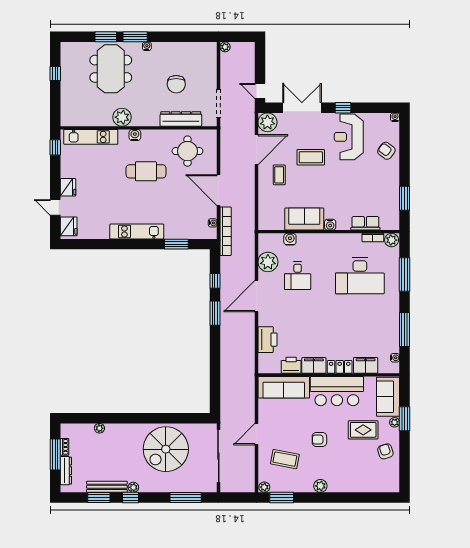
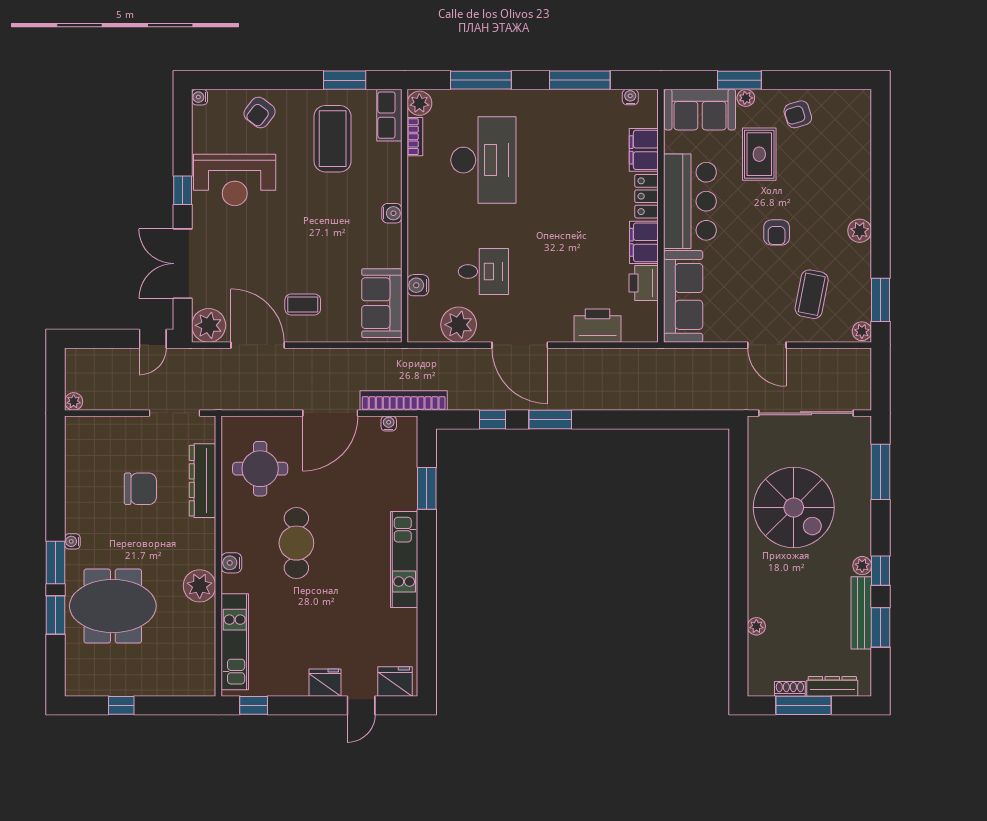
coffee table: (311, 157) -> (333, 139), moved, width x1.36, depth x1.32
sofa: (304, 219) -> (382, 303), moved
row of seats: (365, 223) -> (389, 115), moved

